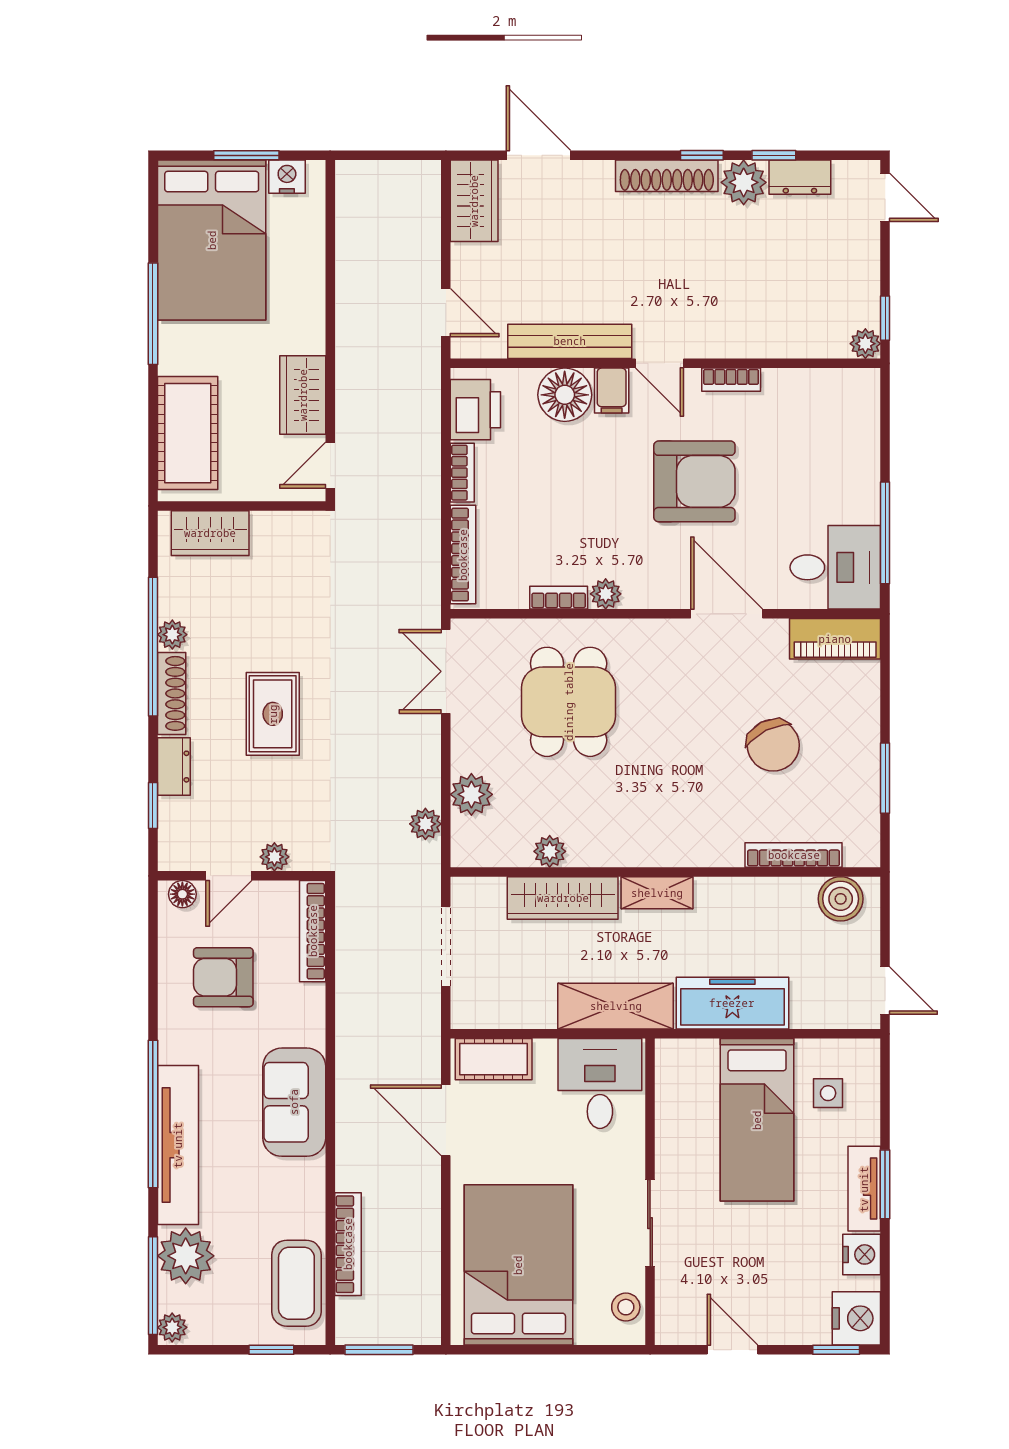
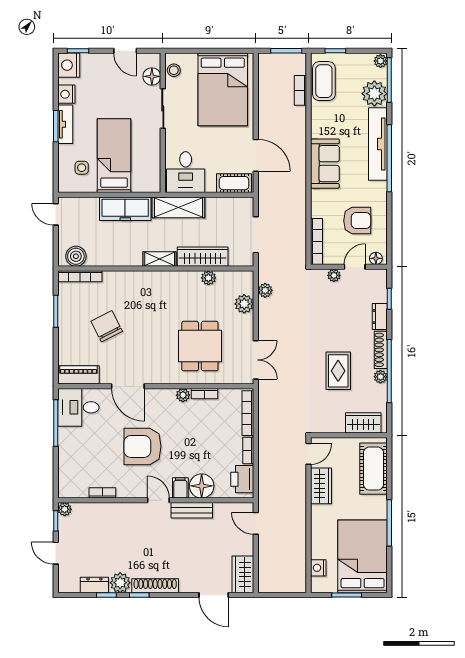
nightstand: (287, 177) -> (318, 568), moved, turned 90
door: (885, 197) -> (56, 553), moved
bench: (570, 341) -> (192, 510), width x0.73
bookcase: (731, 380) -> (102, 493), moved
rug: (273, 714) -> (338, 371), moved
bookcase: (794, 855) -> (80, 276), moved
bookcase: (348, 1244) -> (300, 90), width x0.64
floor lamp: (674, 1293) -> (152, 76), added

